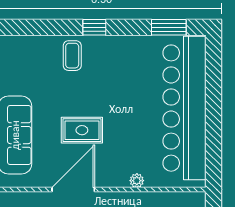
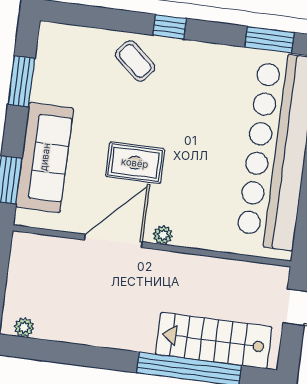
coffee table: (72, 56) -> (135, 61), turned -49
plant: (137, 181) -> (163, 235), moved

